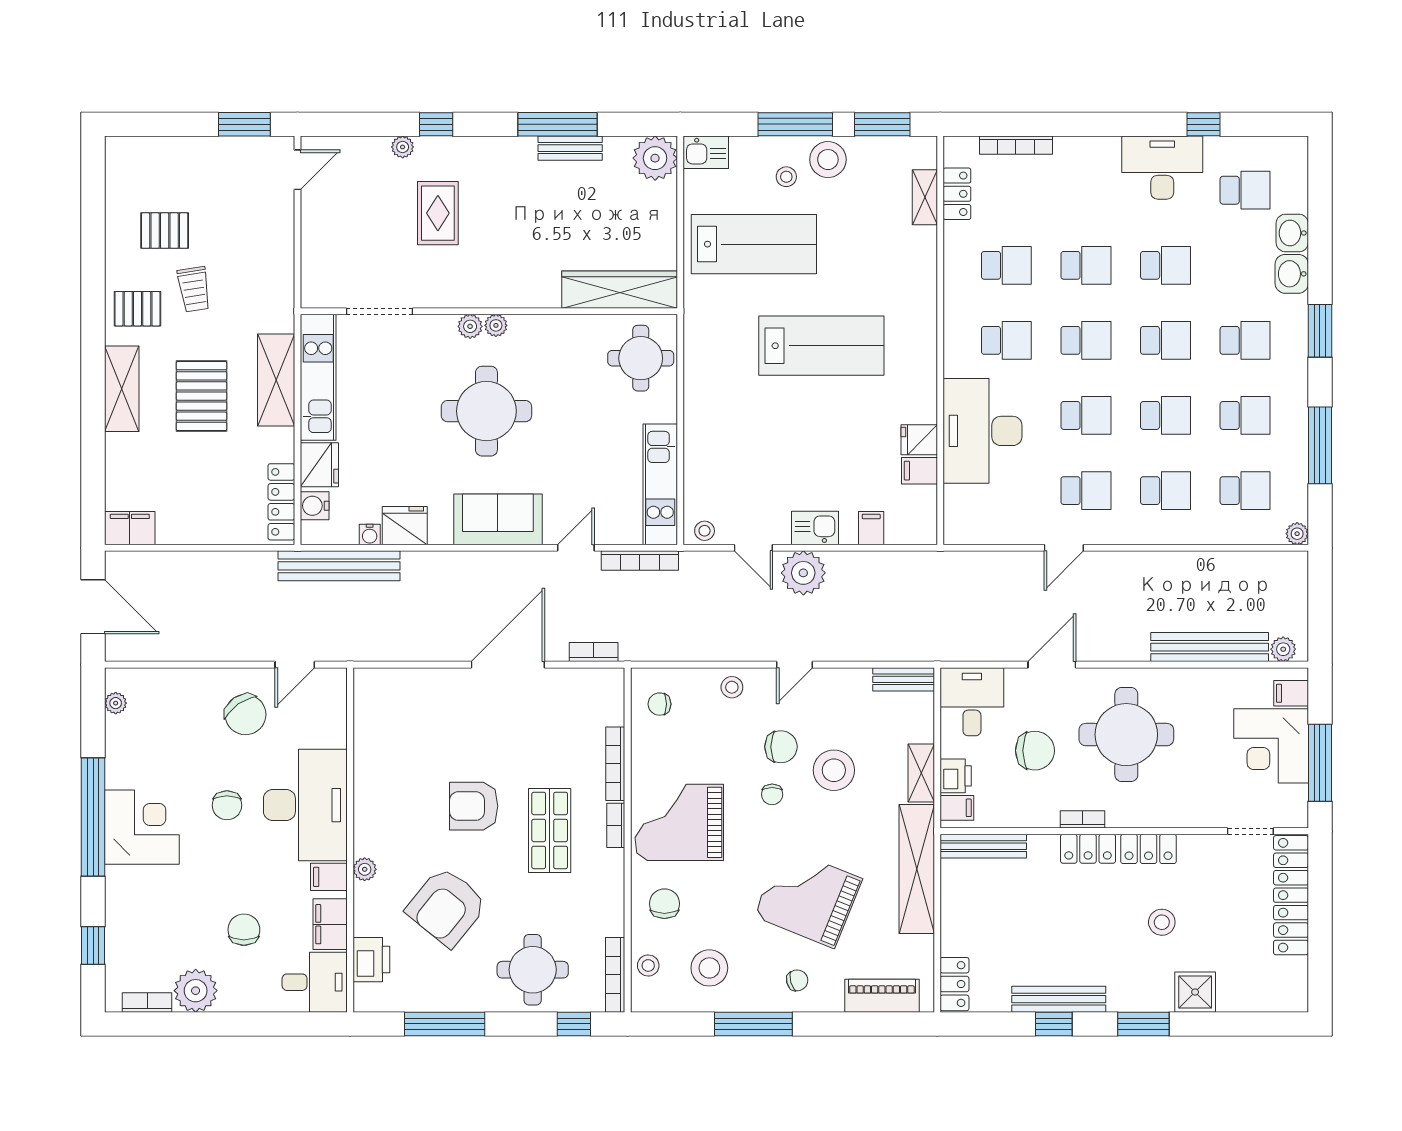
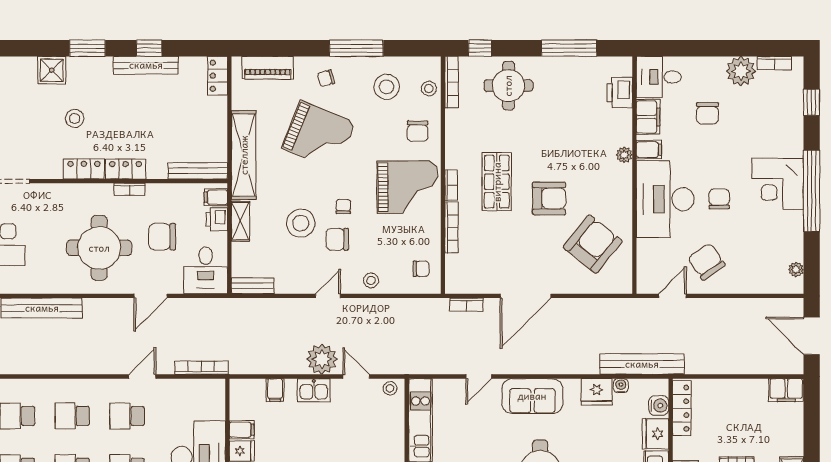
bookcase: (640, 561) -> (201, 368), moved
armchair: (447, 907) -> (593, 244), moved

